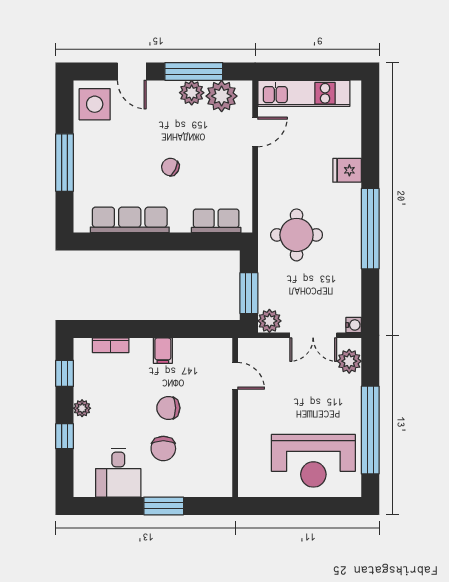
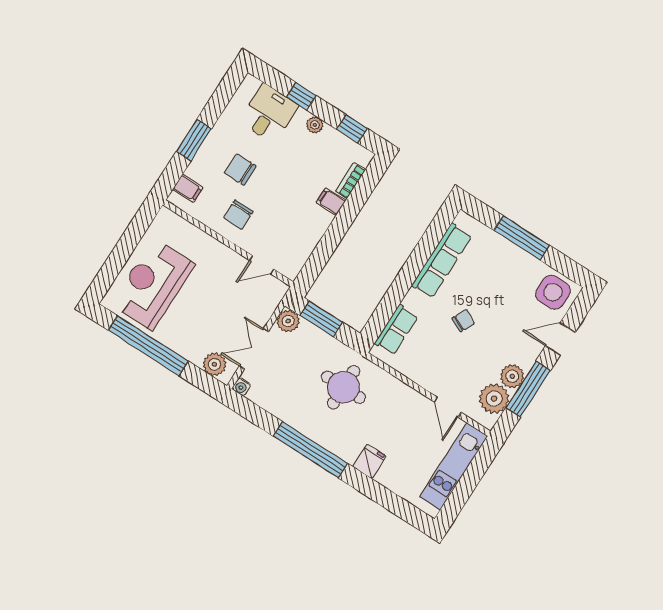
filing cabinet: (163, 351) -> (331, 202), moved
chair: (168, 408) -> (238, 215), moved, turned 180
desk: (118, 473) -> (269, 113), moved, turned 90
filing cabinet: (210, 484) -> (188, 188), added

